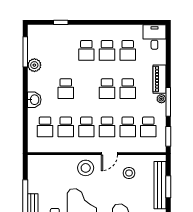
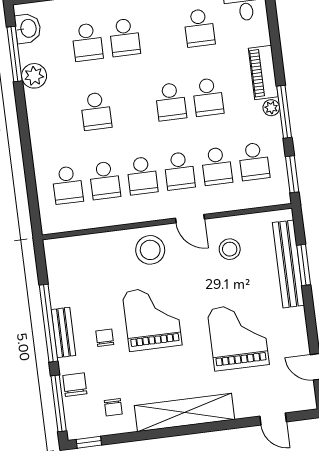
school desk: (107, 50) -> (87, 42), moved
washbasin: (34, 100) -> (28, 28), moved
door: (109, 154) -> (190, 219), hinge flipped

